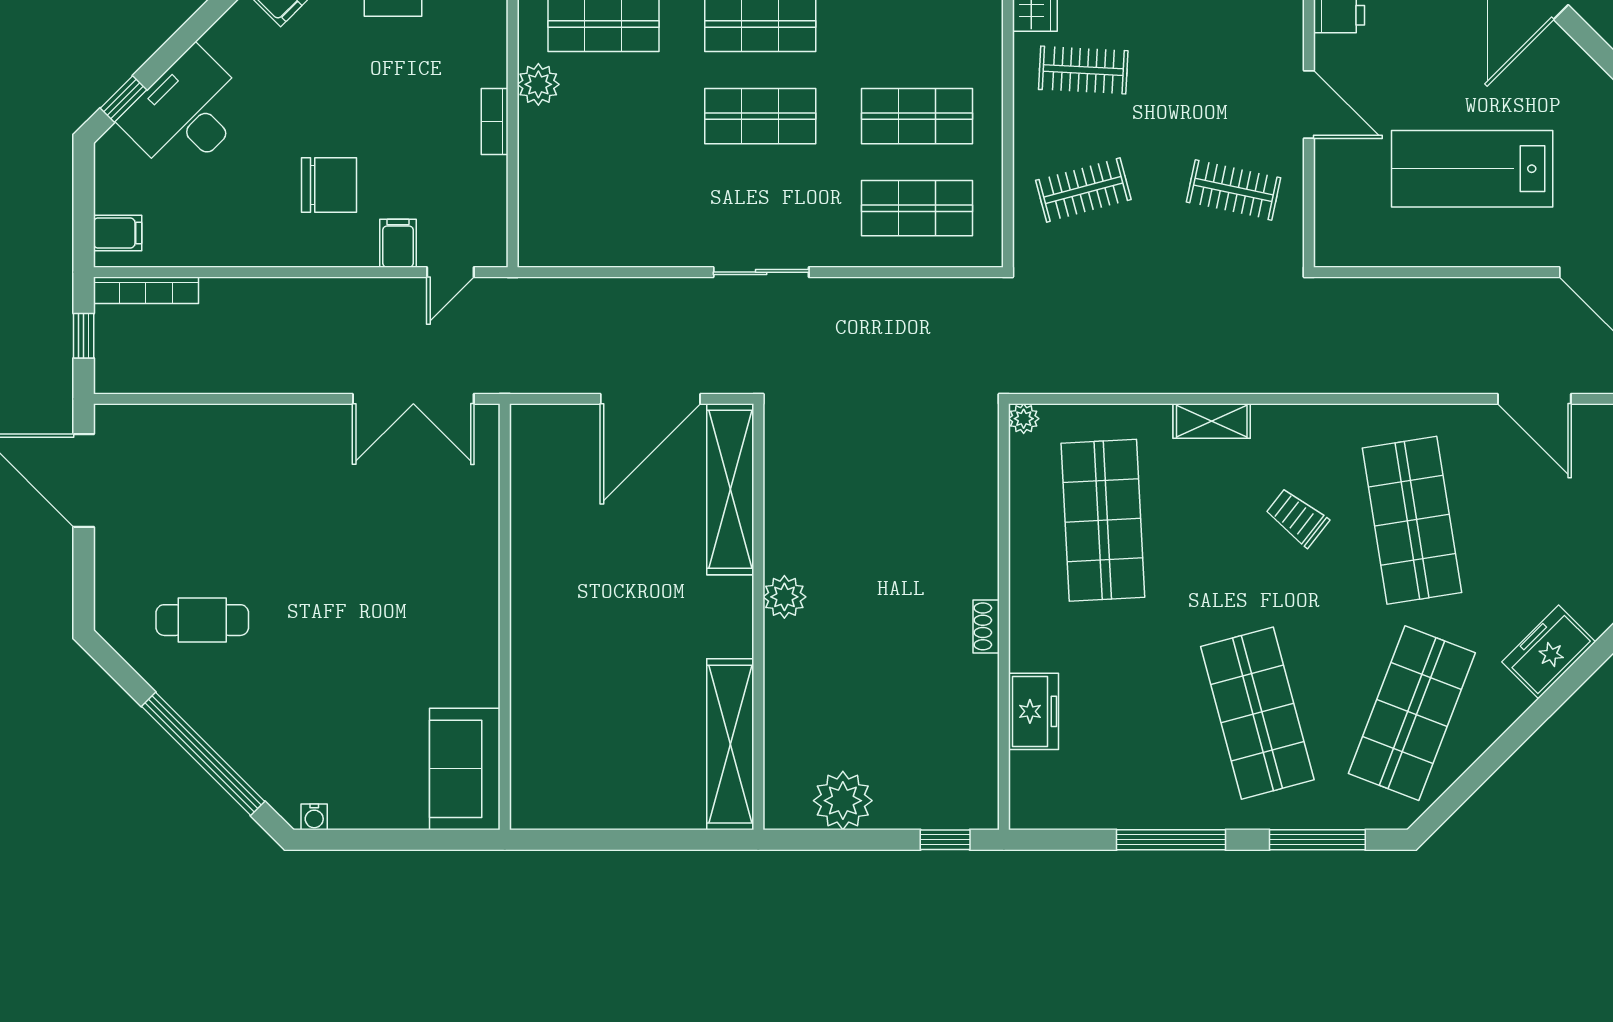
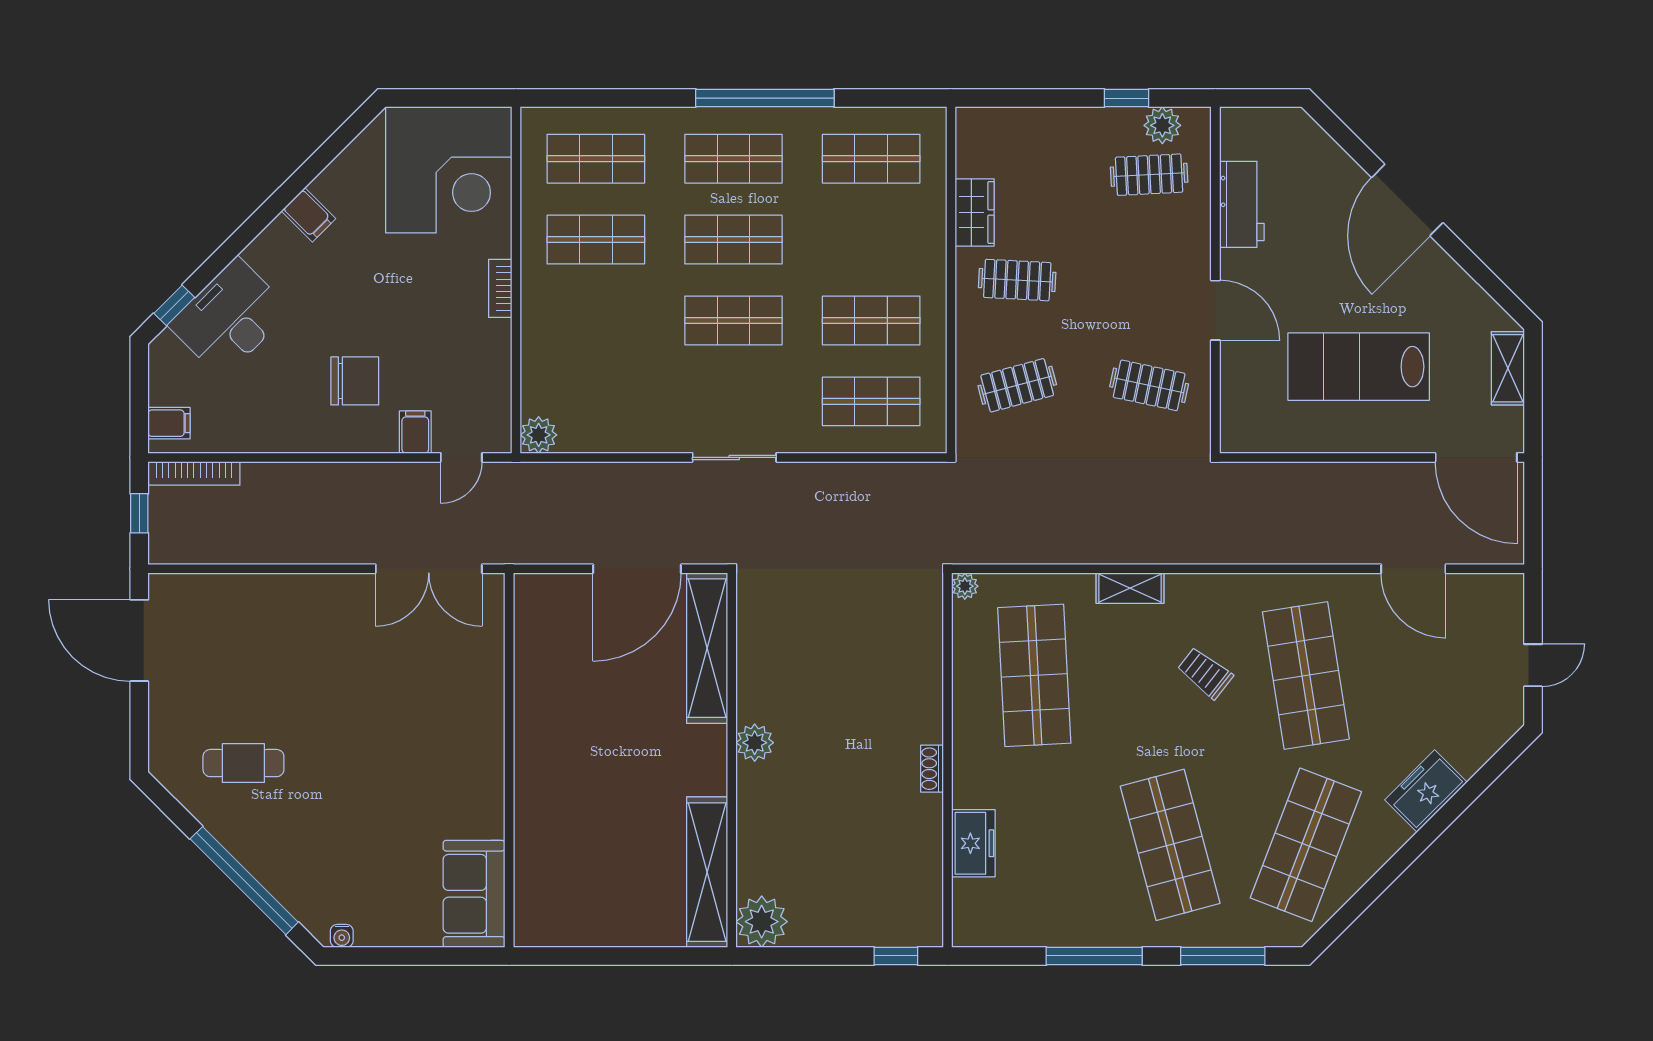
plant: (538, 84) -> (539, 435), moved
bookcase: (495, 121) -> (500, 288), moved
plant: (843, 801) -> (762, 922), moved

